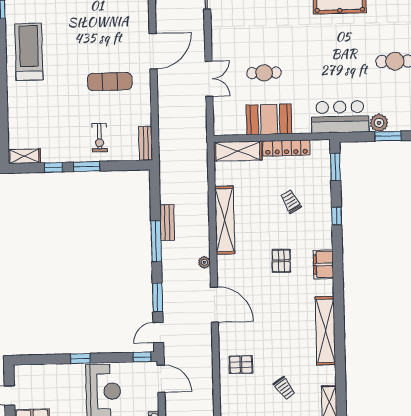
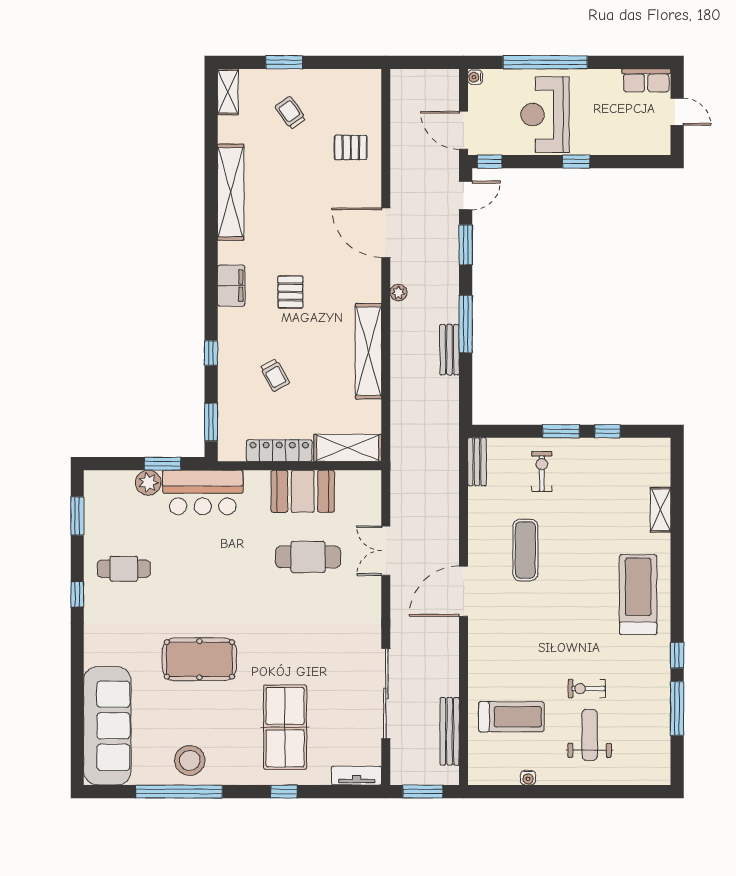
treadmill: (29, 52) -> (638, 595), turned 180
cafe table: (264, 73) -> (308, 557), width x1.37, depth x1.35
exercise mat: (110, 82) -> (525, 550), turned 90
window: (388, 136) -> (162, 464), moved
shelving: (24, 156) -> (660, 510), moved, turned 90

